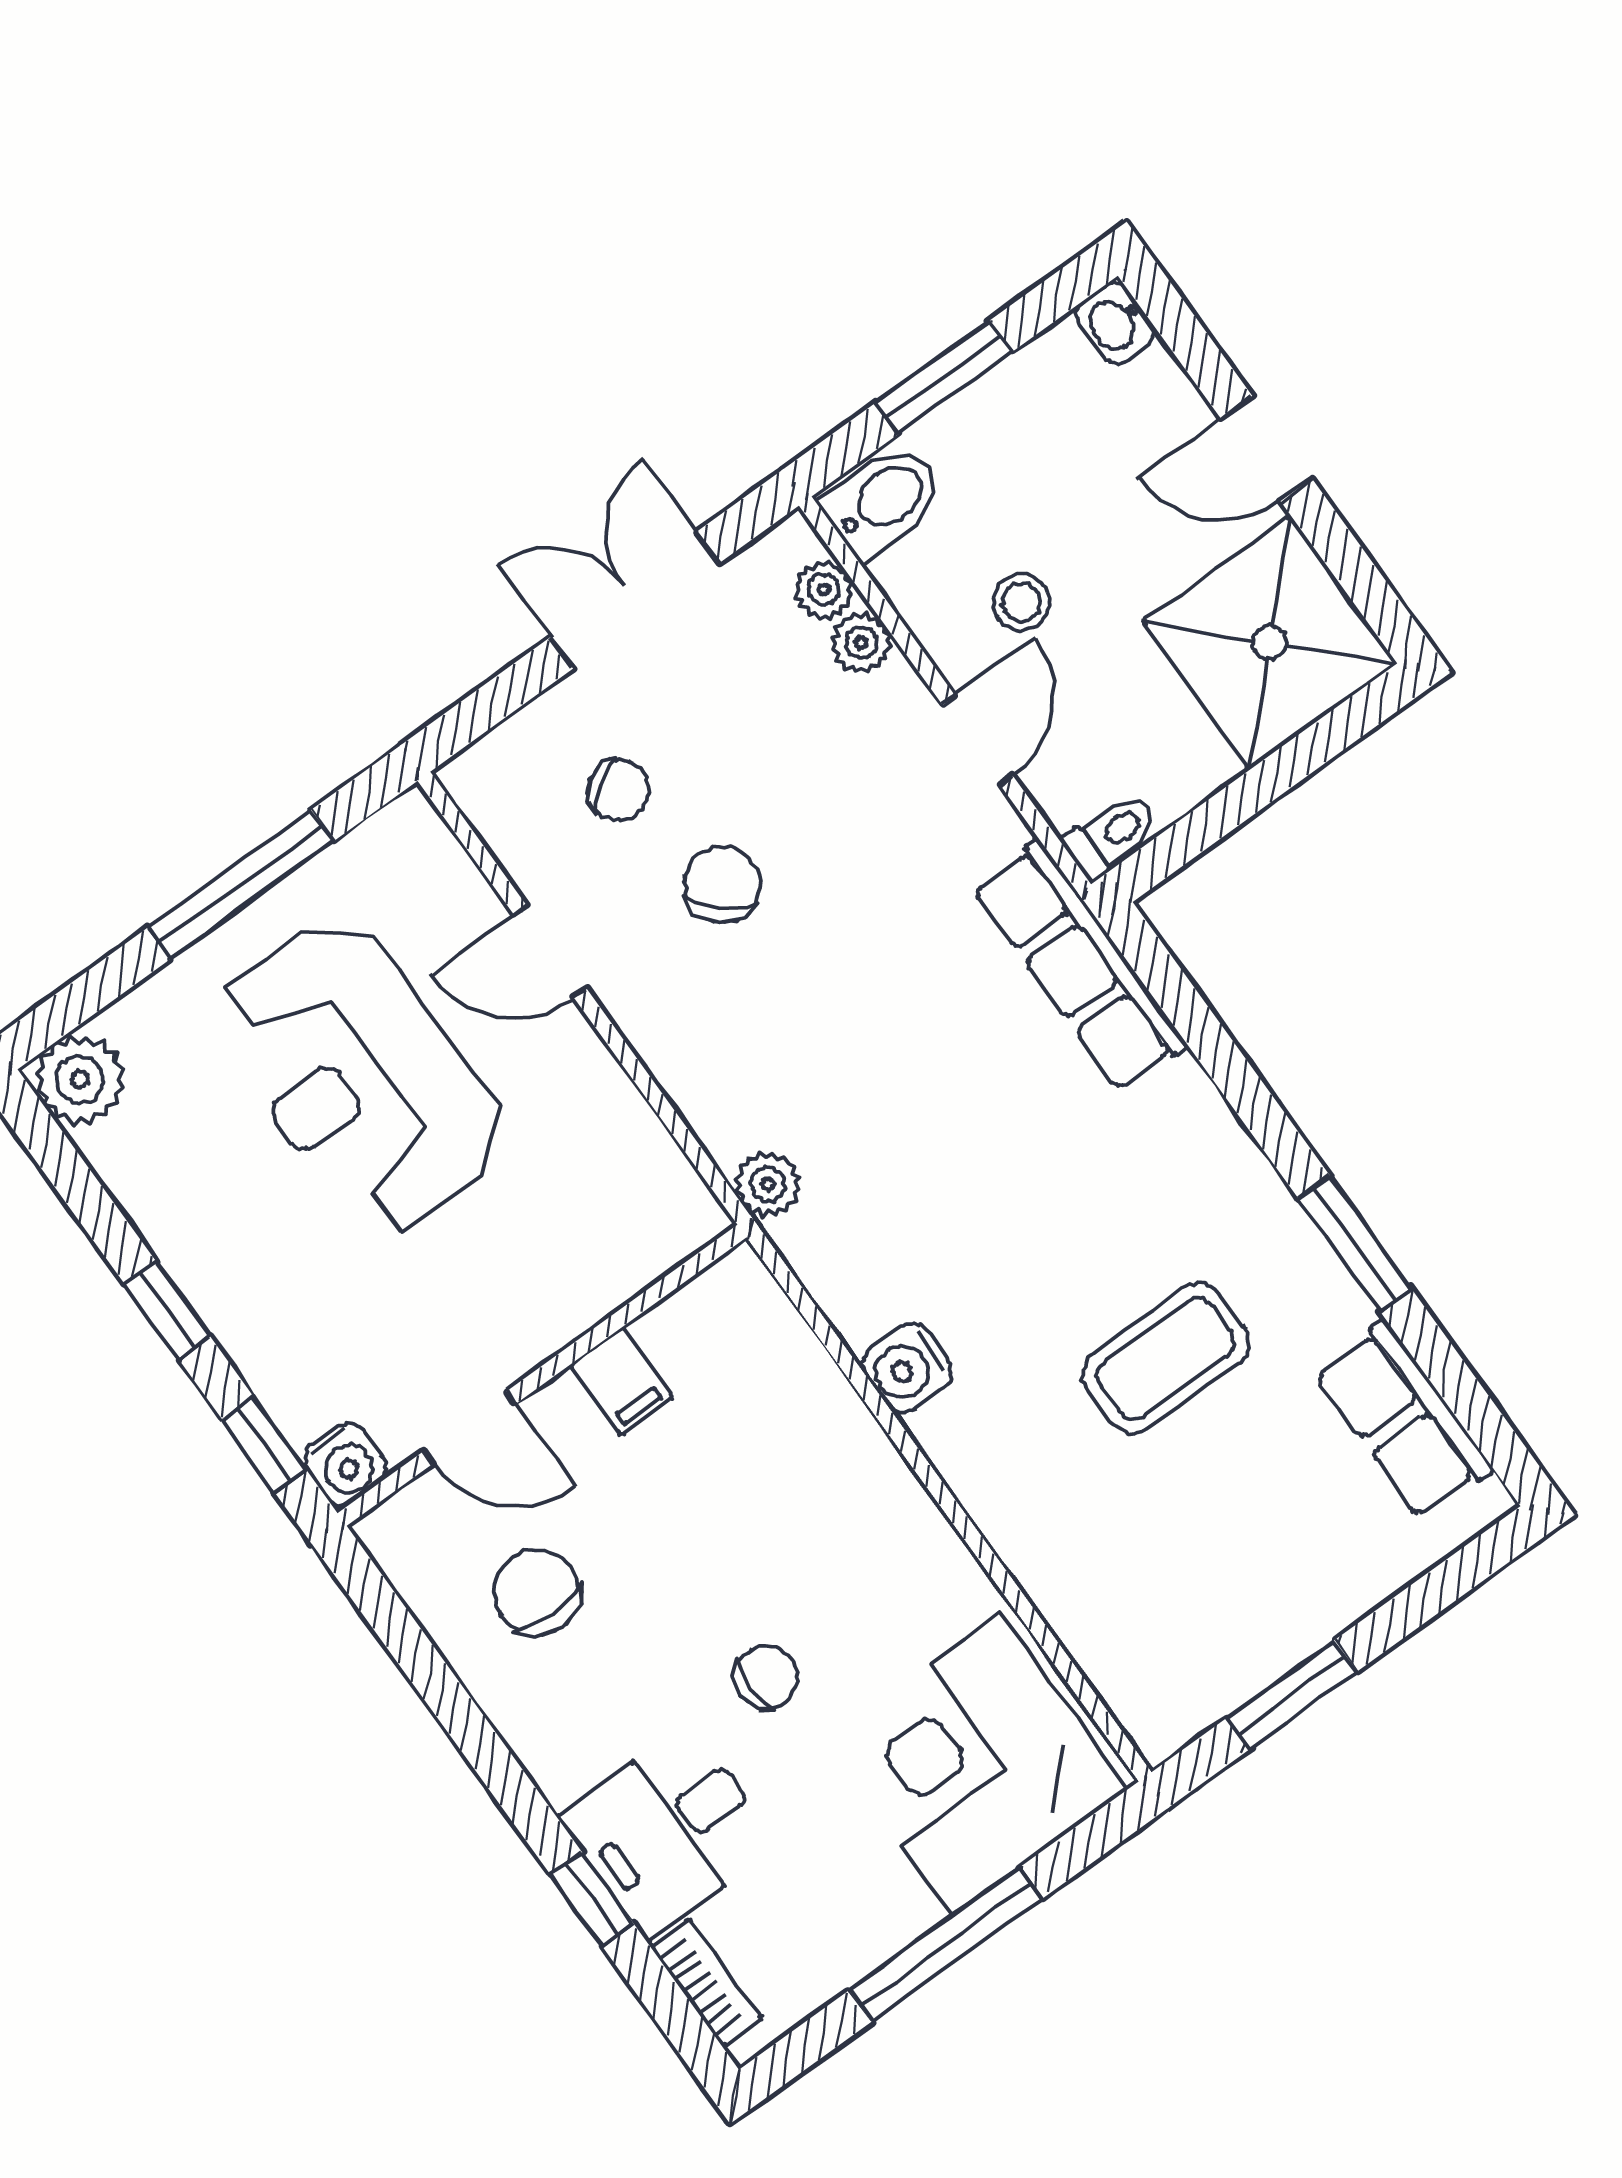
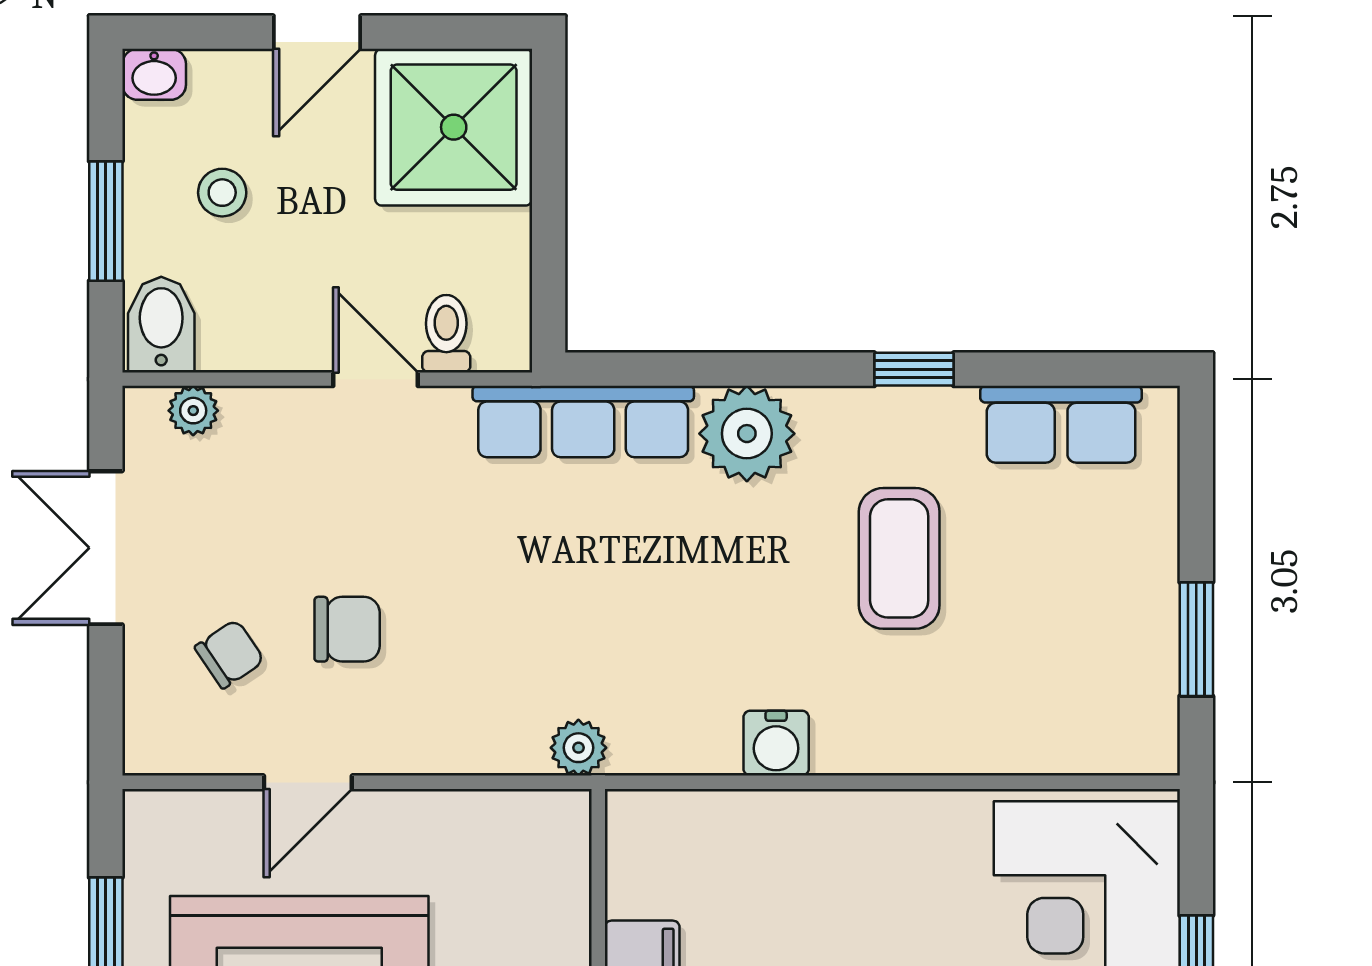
stool: (1021, 602) -> (222, 193), moved
plant: (861, 643) -> (747, 434), moved, width x1.88, depth x1.88
toilet: (1112, 835) -> (446, 334), moved
chair: (722, 884) -> (347, 629), turned 140
window: (1355, 1243) -> (914, 369), width x0.67

